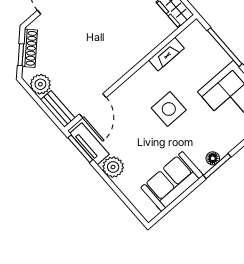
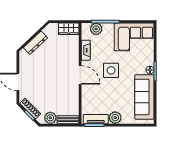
plant: (205, 44) -> (96, 29), added
door: (93, 106) -> (80, 75), moved
sofa: (172, 181) -> (144, 97), width x1.36

